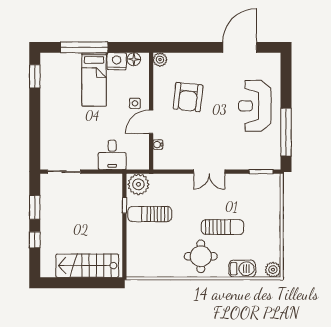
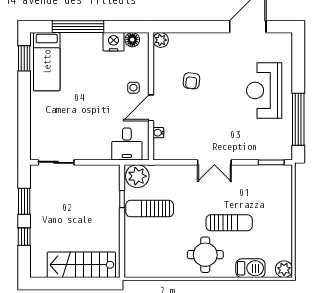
bed: (94, 79) -> (47, 62), moved
armchair: (188, 97) -> (191, 81), width x0.53, depth x0.53
desk: (112, 155) -> (127, 144), moved

